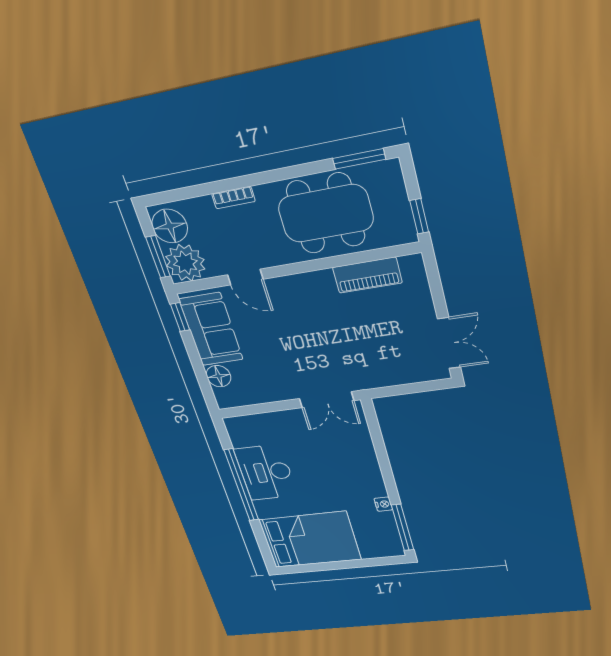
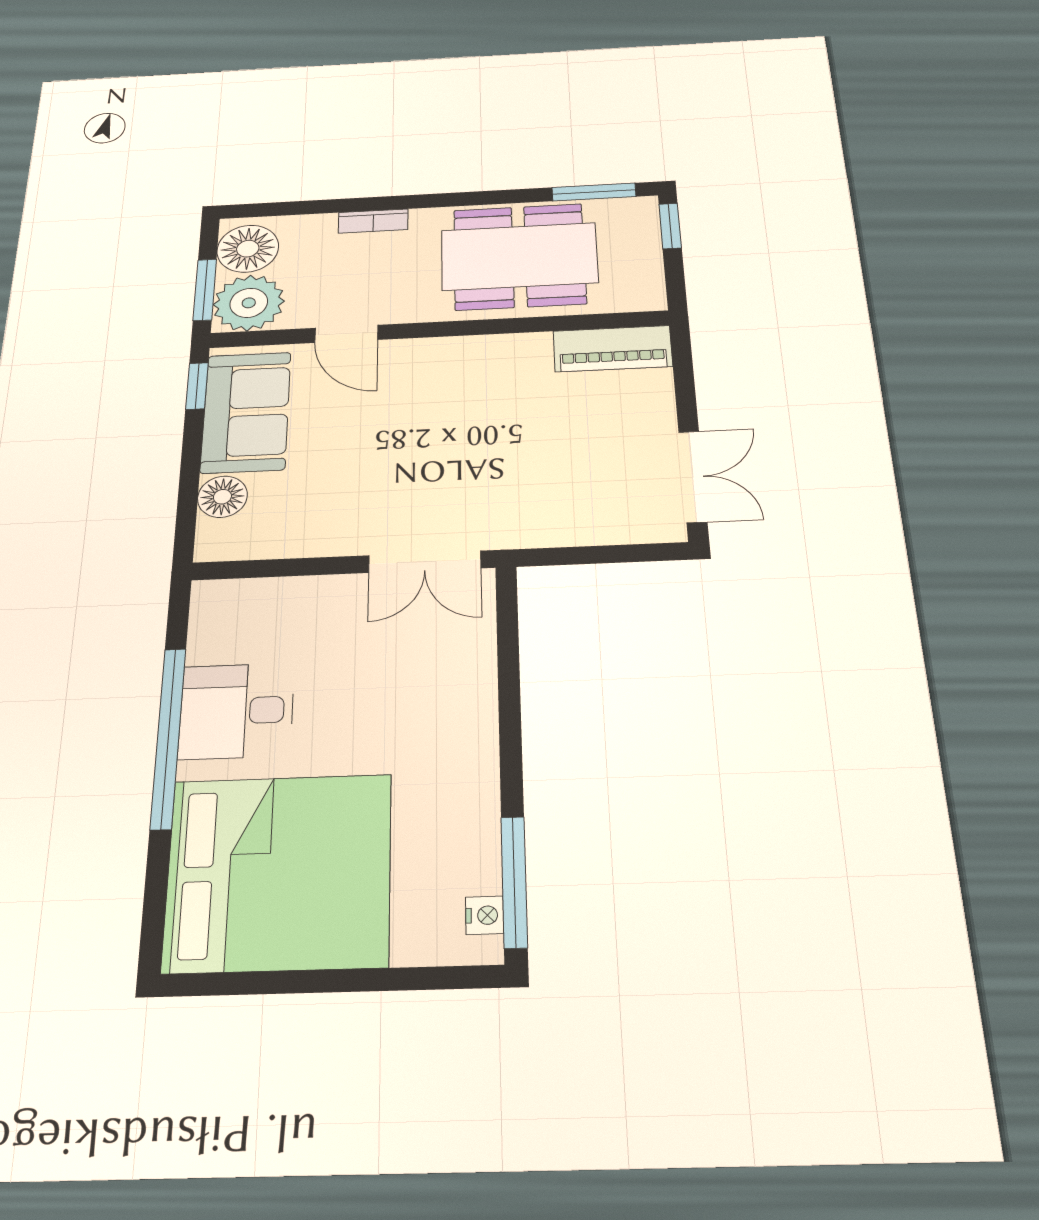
window: (419, 216) -> (670, 226), moved
piano: (367, 275) -> (613, 349), moved
desk: (266, 472) -> (237, 711), width x0.73
nightstand: (383, 504) -> (485, 915), moved
bed: (310, 540) -> (278, 872), width x1.36

